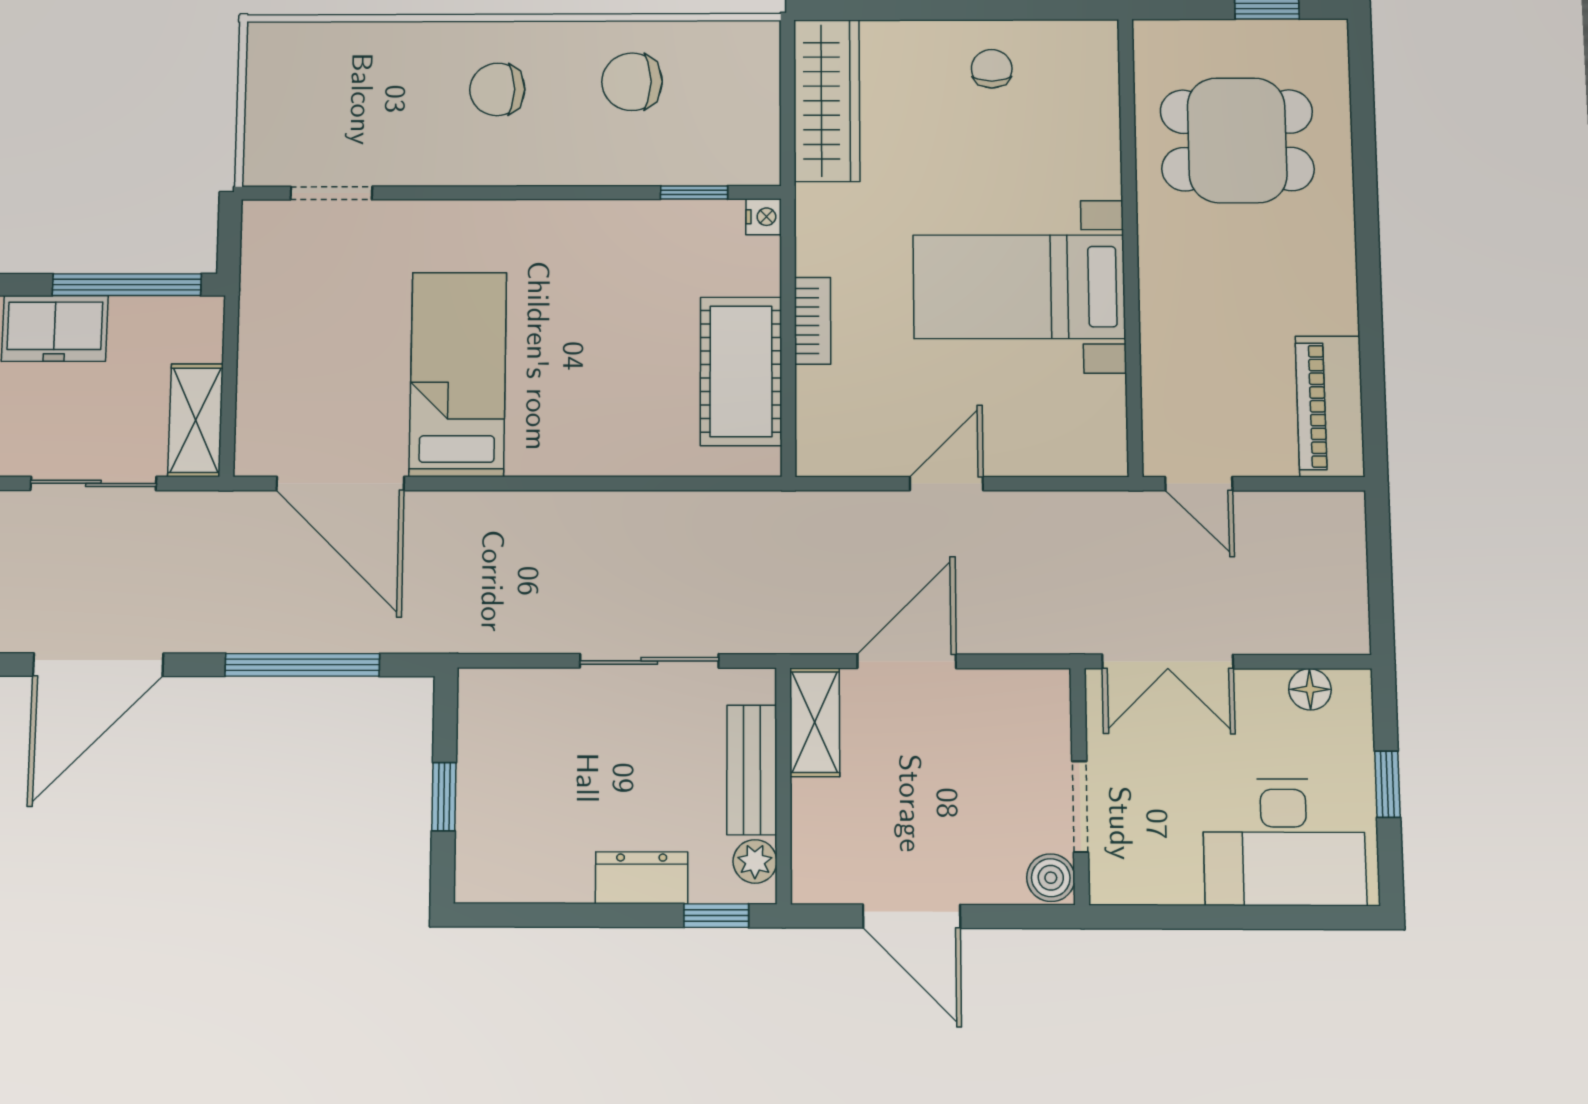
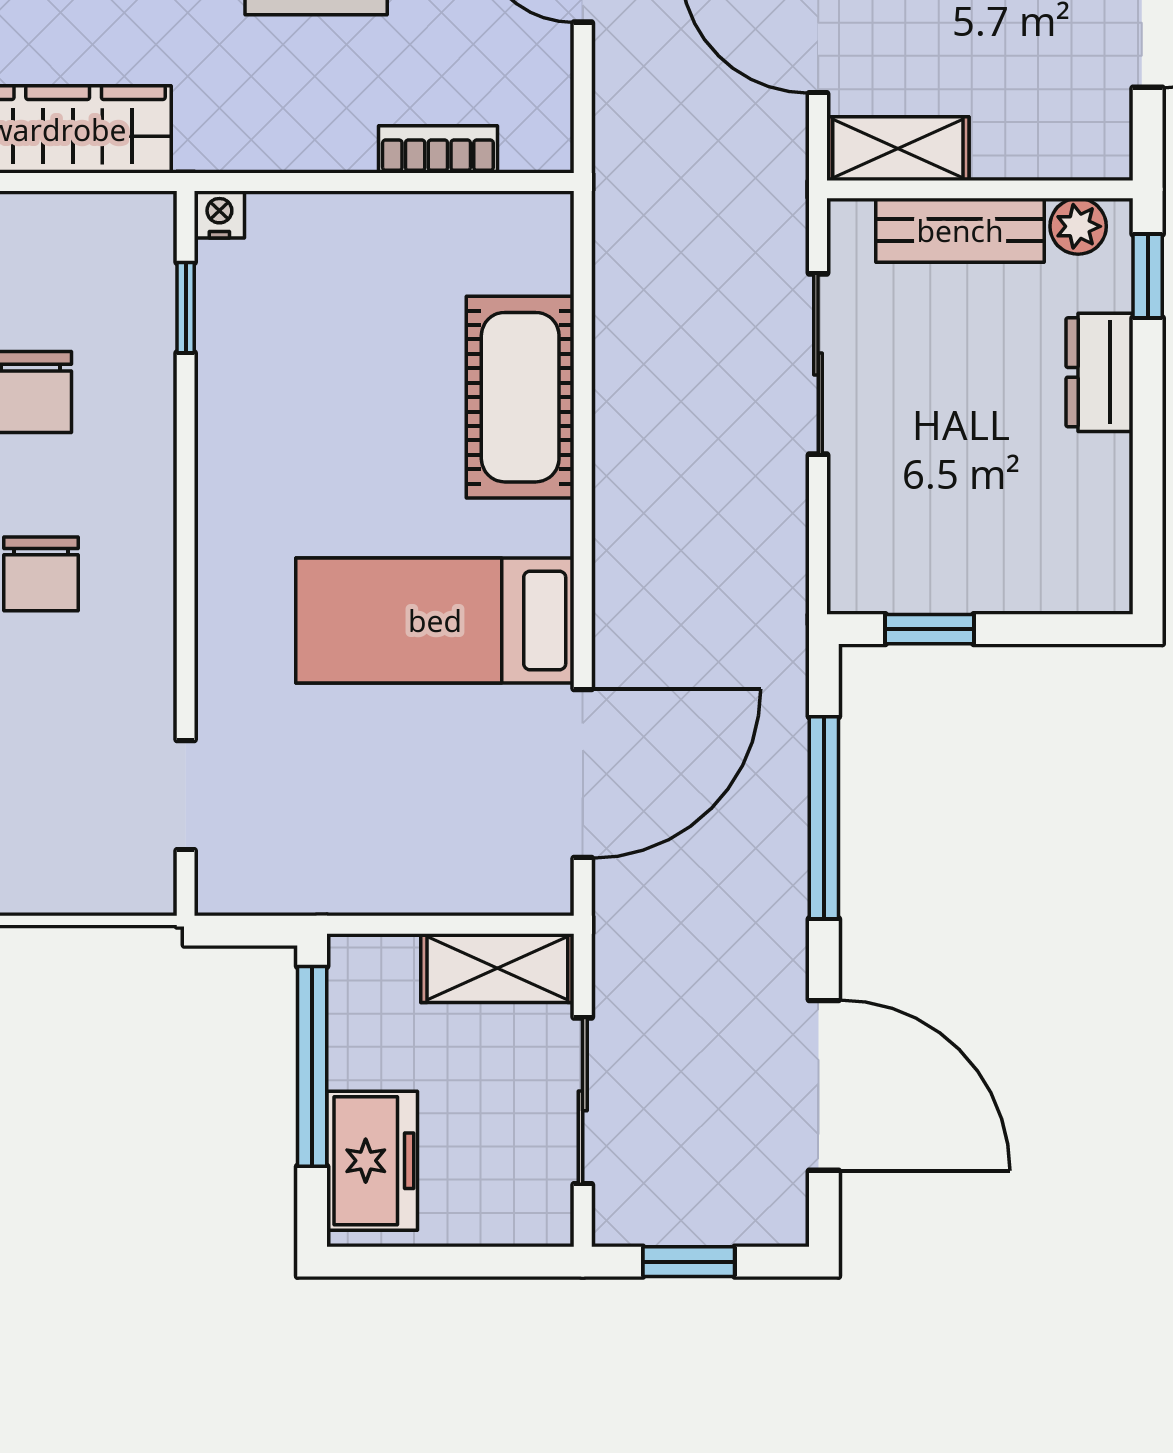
bookcase: (813, 321) -> (438, 149), moved
cot: (741, 371) -> (520, 397), moved, turned 90
window: (444, 797) -> (929, 629), moved

